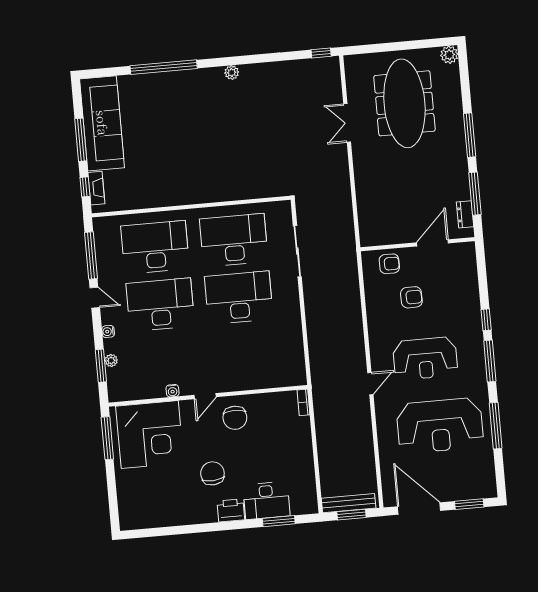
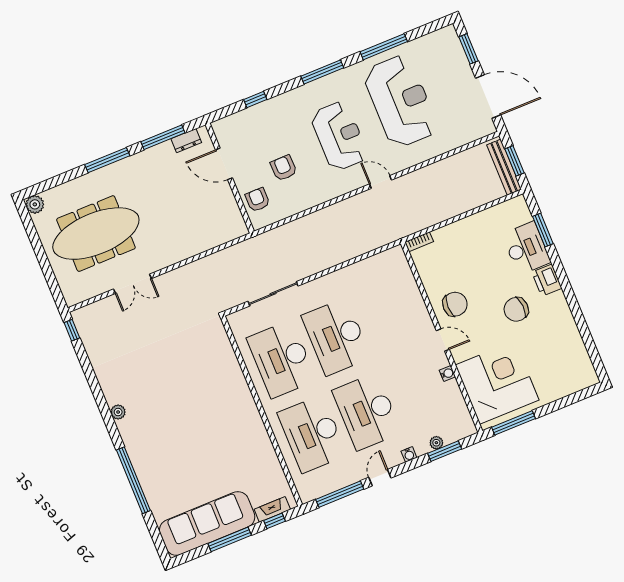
window: (486, 320) -> (255, 99), moved
door: (419, 509) -> (488, 97), swing flipped

